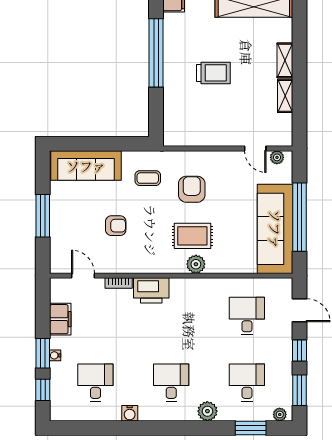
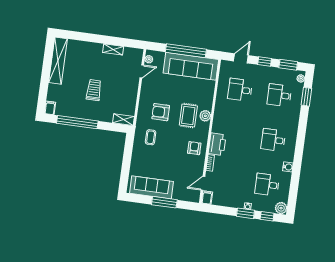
shelving: (285, 60) -> (123, 120), moved
sofa: (86, 166) -> (151, 187), moved, turned -90
armchair: (116, 226) -> (194, 148), moved
filing cabinet: (60, 319) -> (207, 198), moved, width x0.50
plant: (207, 411) -> (281, 208), moved

